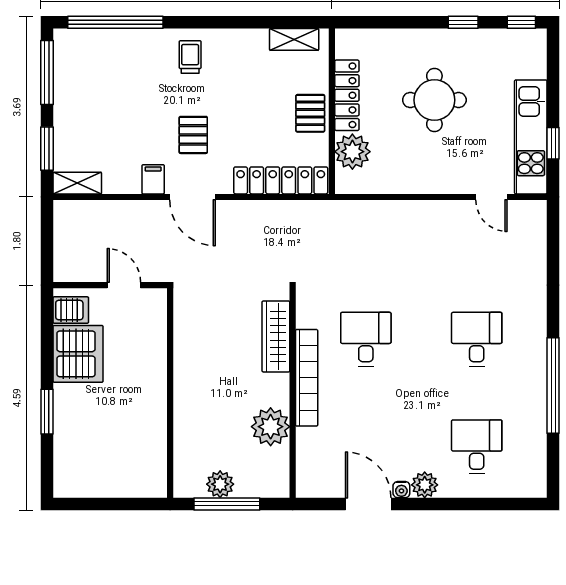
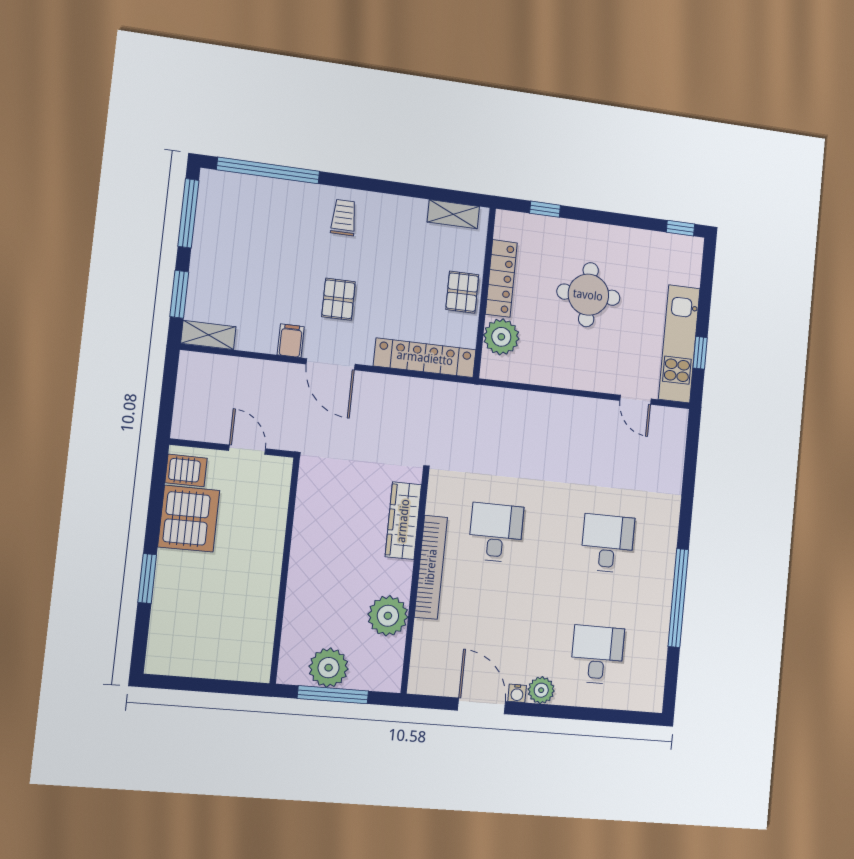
window: (463, 22) -> (545, 209), moved
plant: (220, 484) -> (329, 668), width x1.36, depth x1.36

